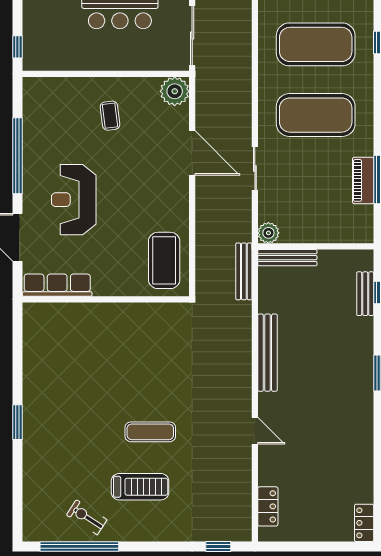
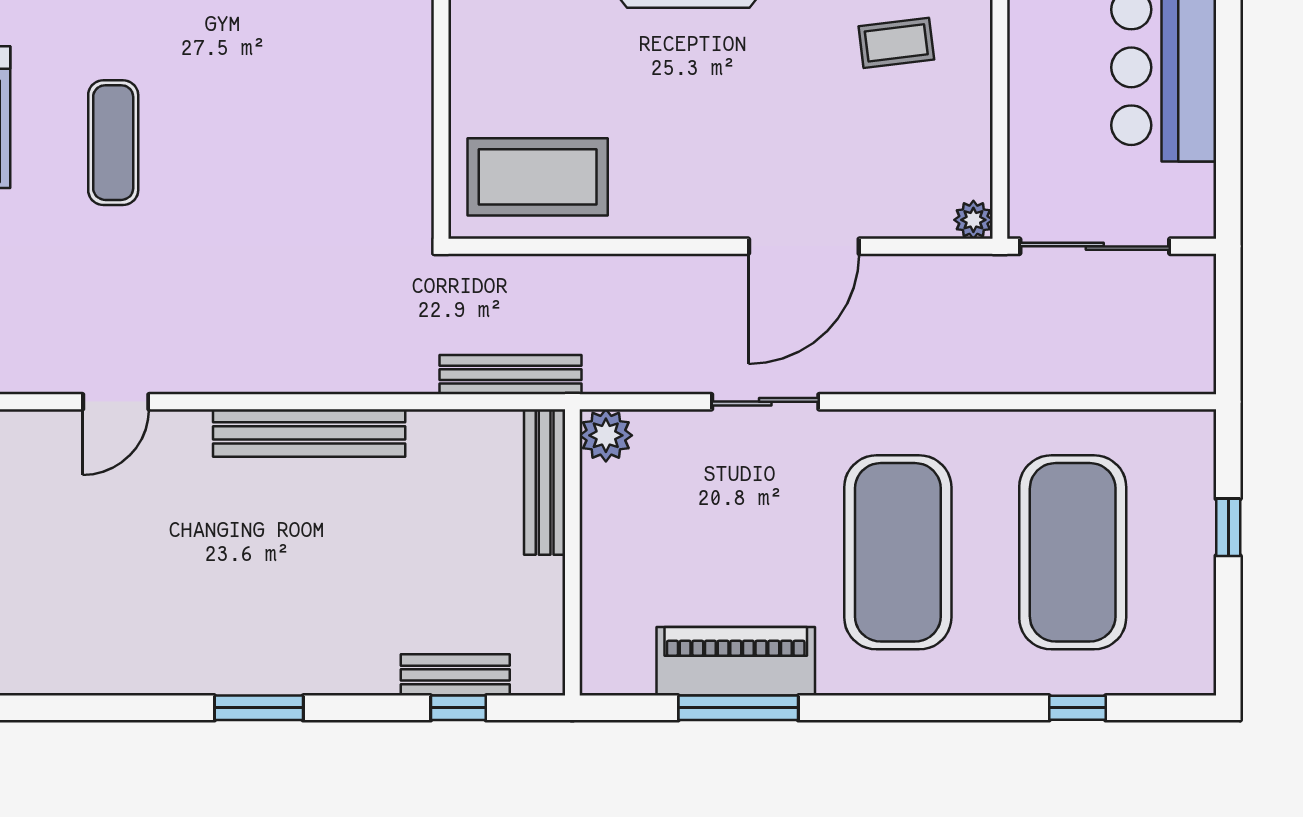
plant: (175, 91) -> (973, 220), width x0.53, depth x0.53
piano: (363, 180) -> (736, 661), width x1.37, depth x1.33

